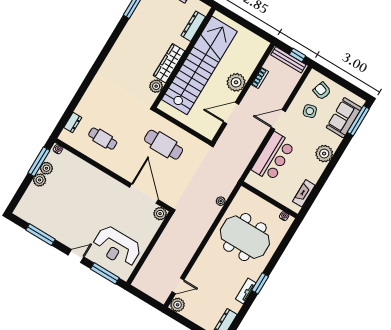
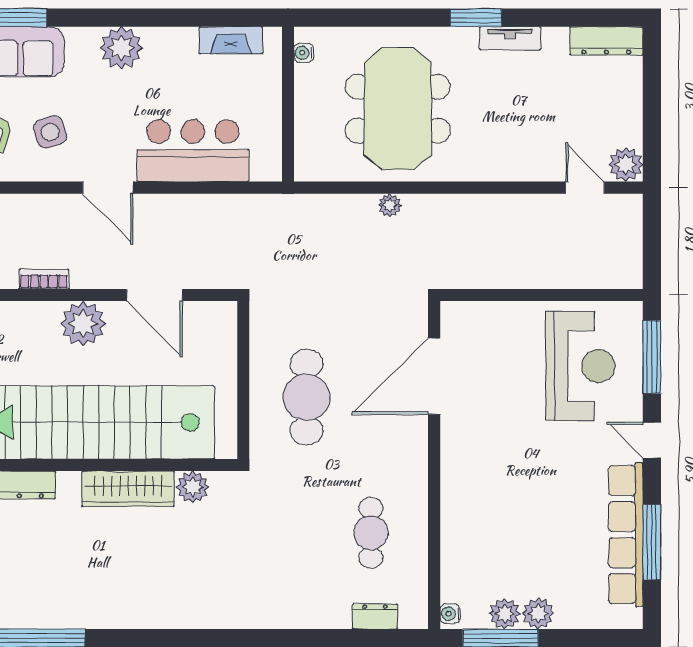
plant: (221, 201) -> (390, 205), moved
plant: (160, 214) -> (456, 317), removed
row of seats: (49, 227) -> (626, 535), added

